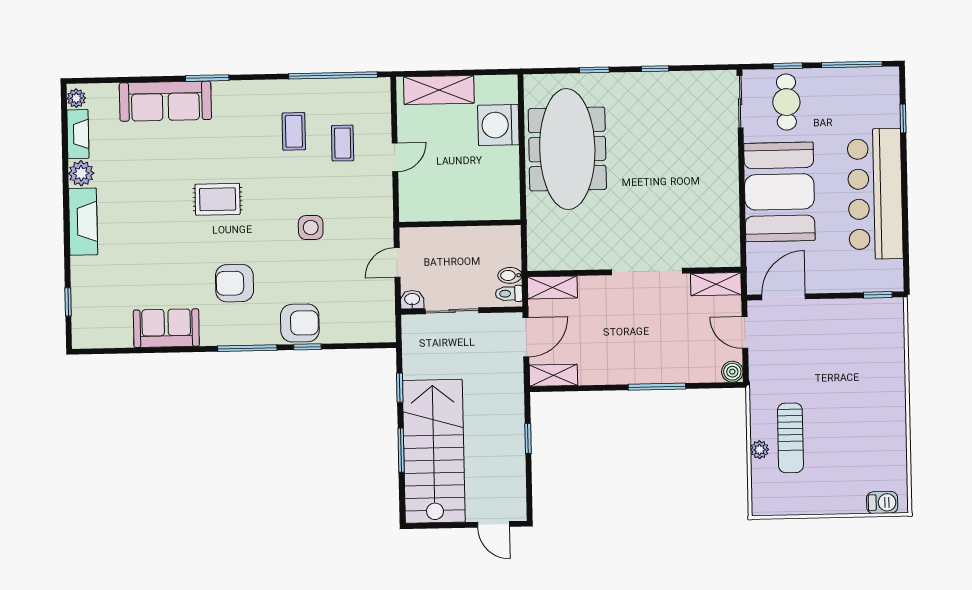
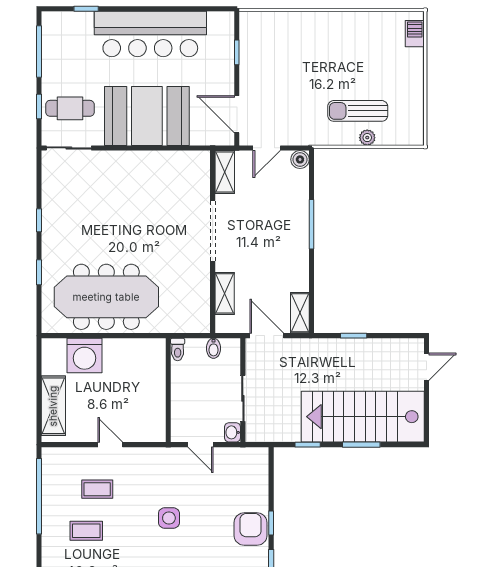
shelving: (552, 287) -> (225, 293), moved
toilet: (509, 294) -> (178, 349), moved
window: (878, 295) -> (237, 52), moved
sun lounger: (790, 438) -> (358, 111), turned 180

